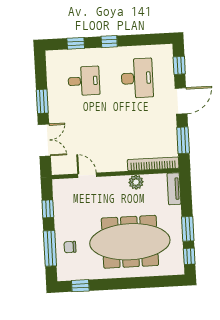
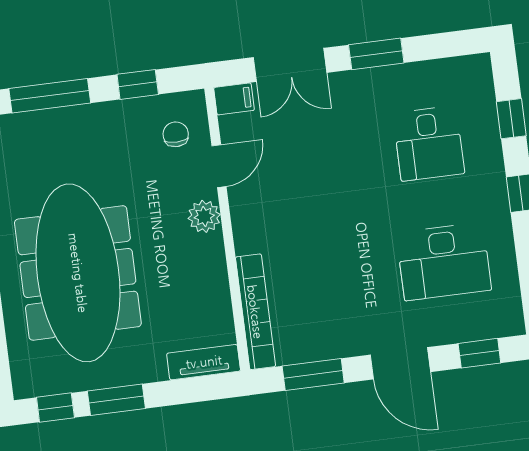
filing cabinet: (58, 166) -> (234, 99), added
plant: (136, 182) -> (204, 216), moved
chair: (70, 247) -> (176, 134), moved

